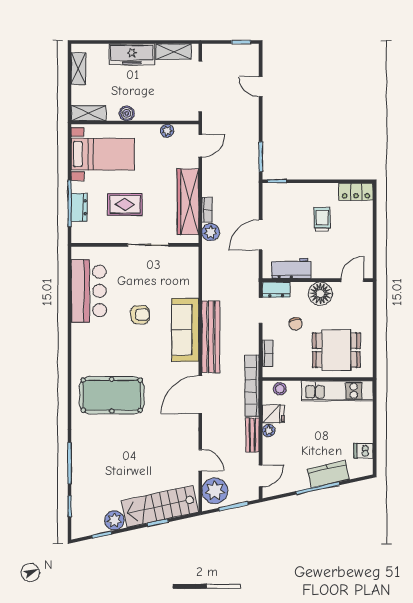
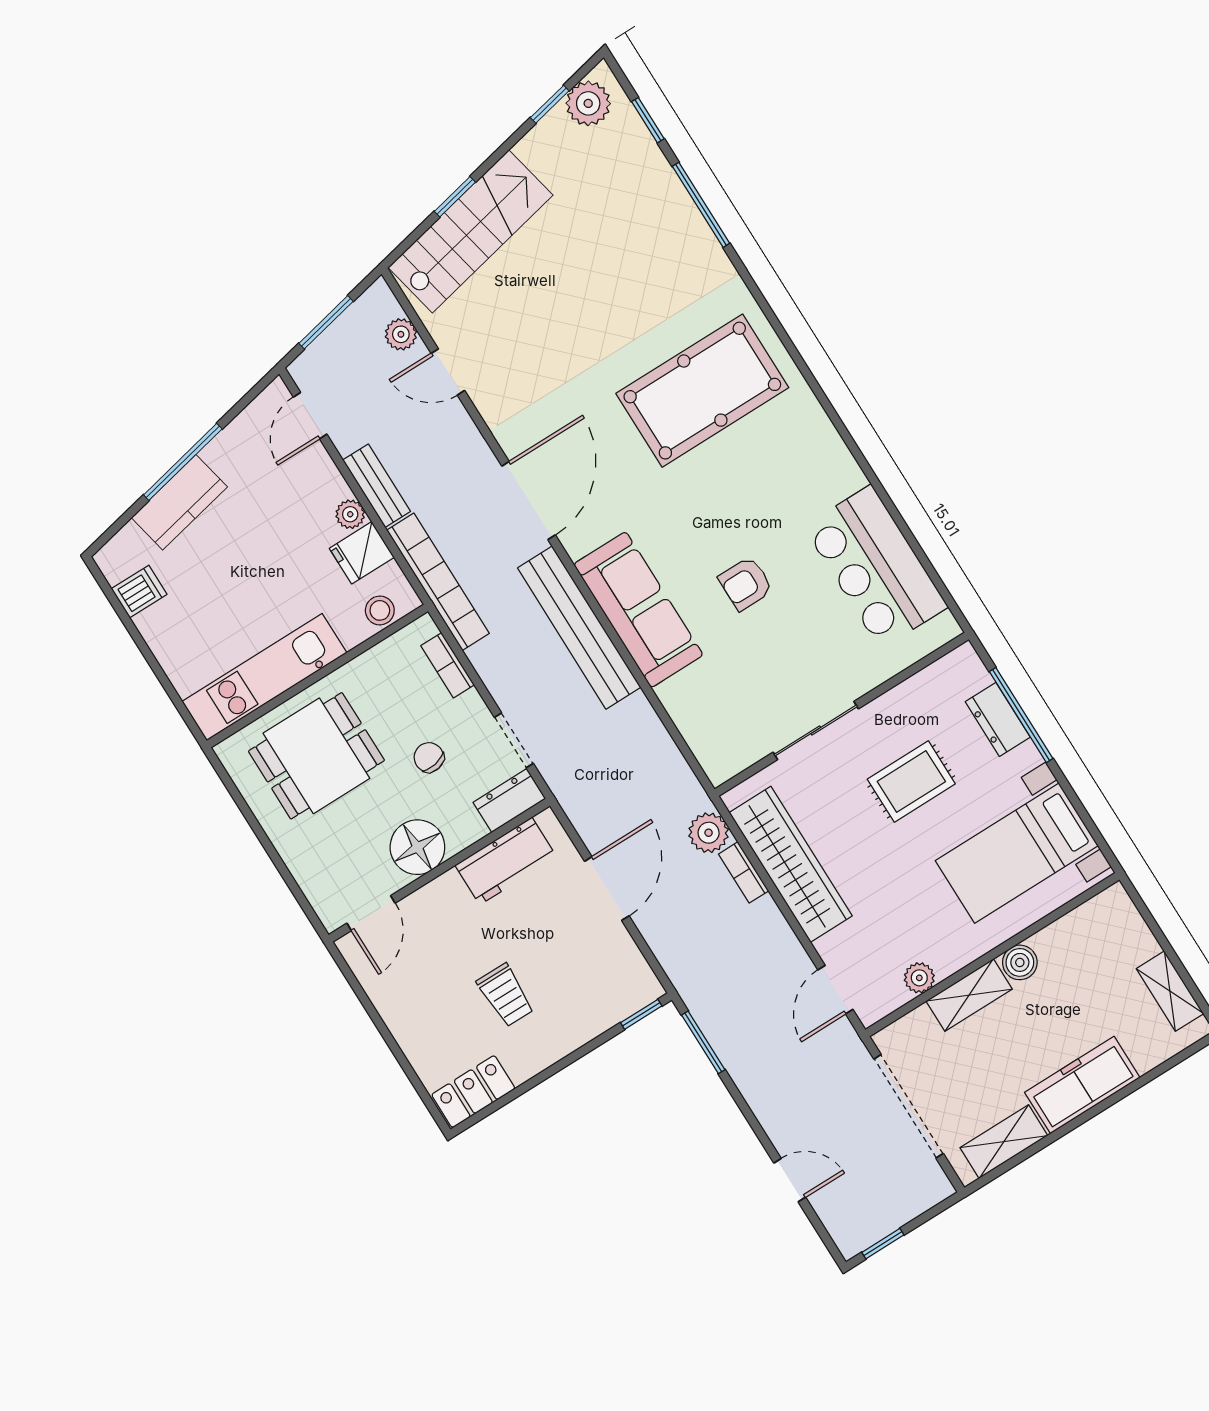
shelving: (88, 113) -> (969, 995), moved
plant: (215, 491) -> (401, 334), width x0.53, depth x0.53
plant: (114, 520) -> (588, 103), moved

